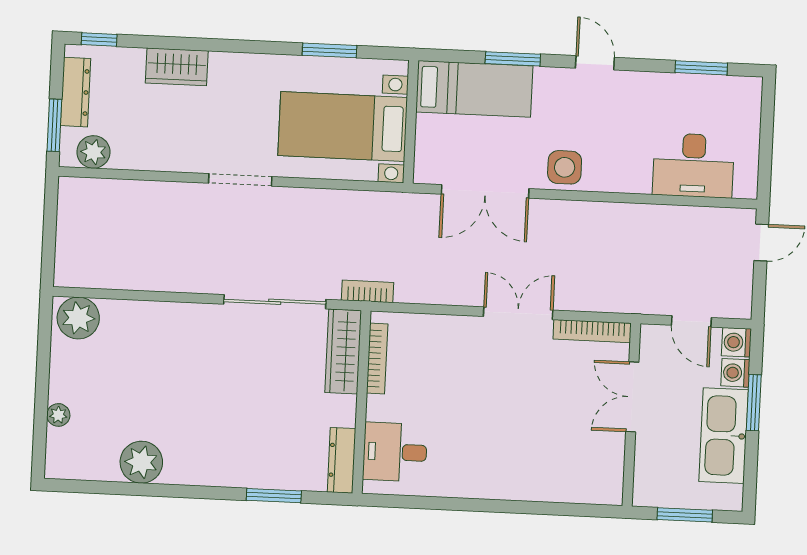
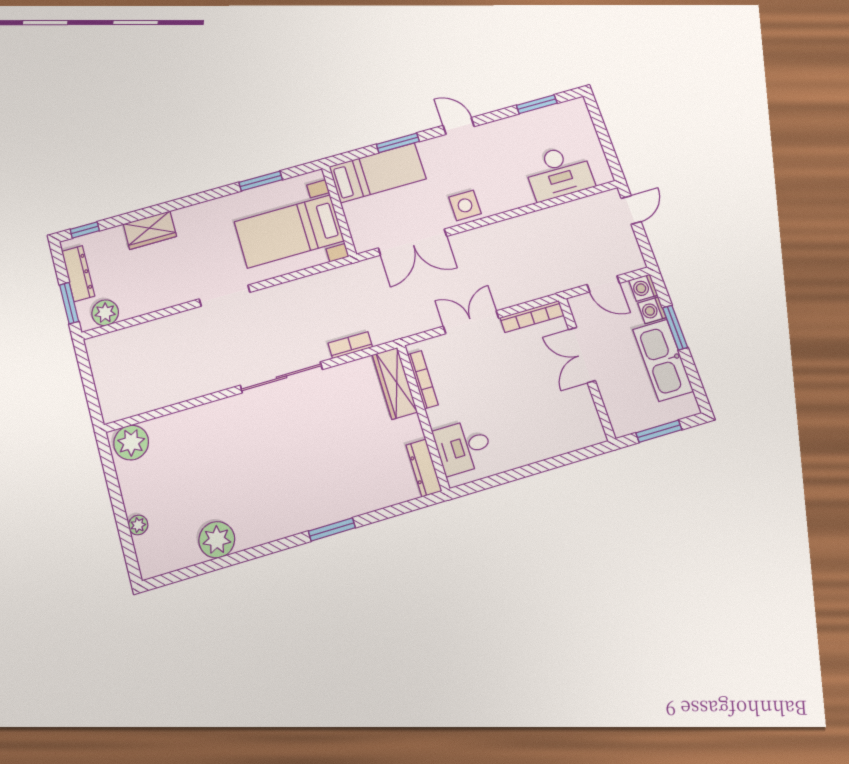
wardrobe: (343, 351) -> (395, 383), moved
bookcase: (377, 358) -> (423, 380), moved
wall: (362, 402) -> (423, 417), moved
desk: (395, 452) -> (463, 447), moved
dresser: (342, 460) -> (424, 468), moved

